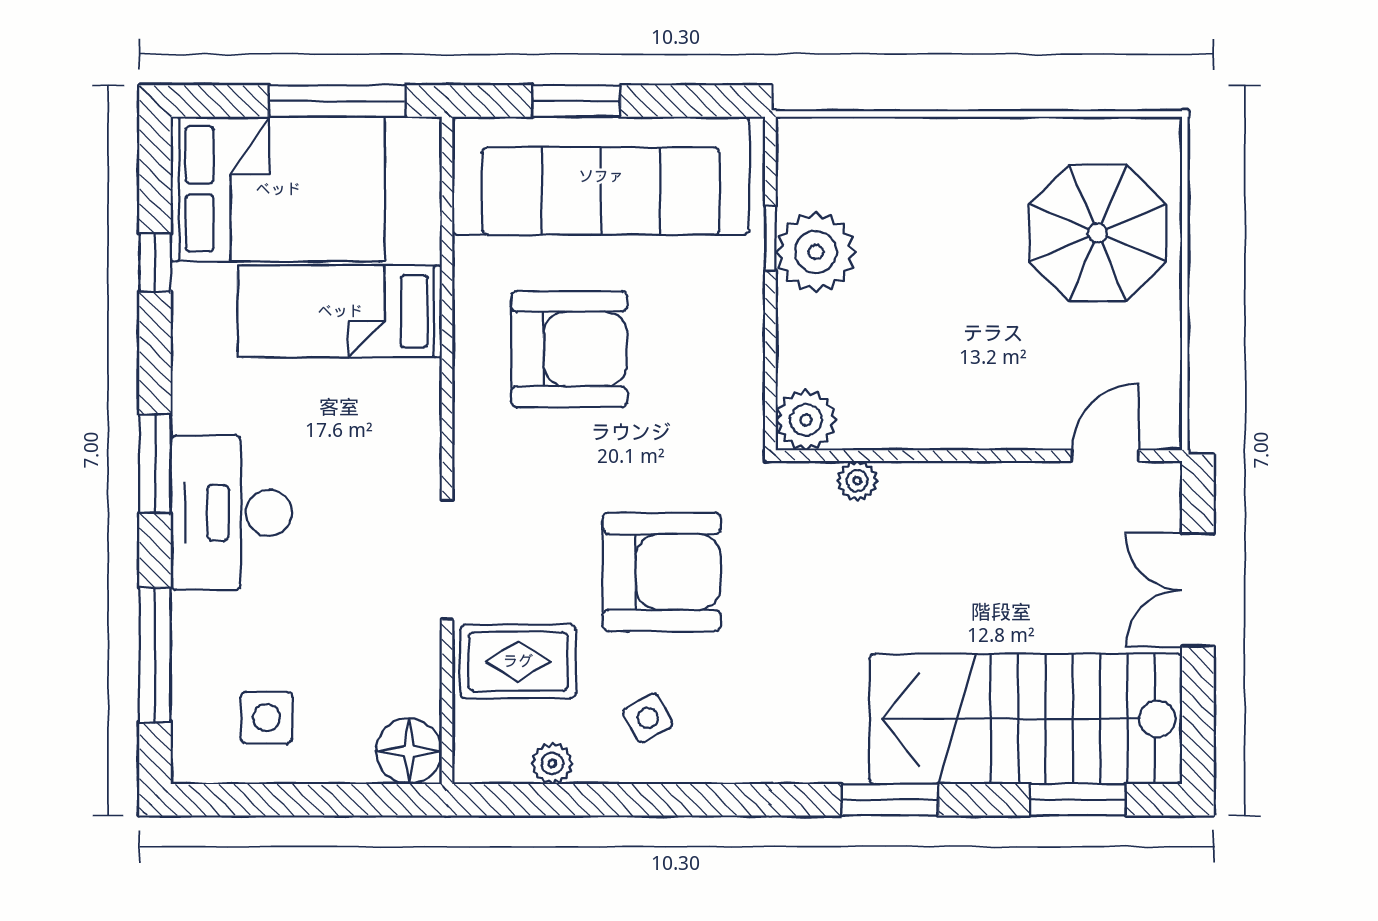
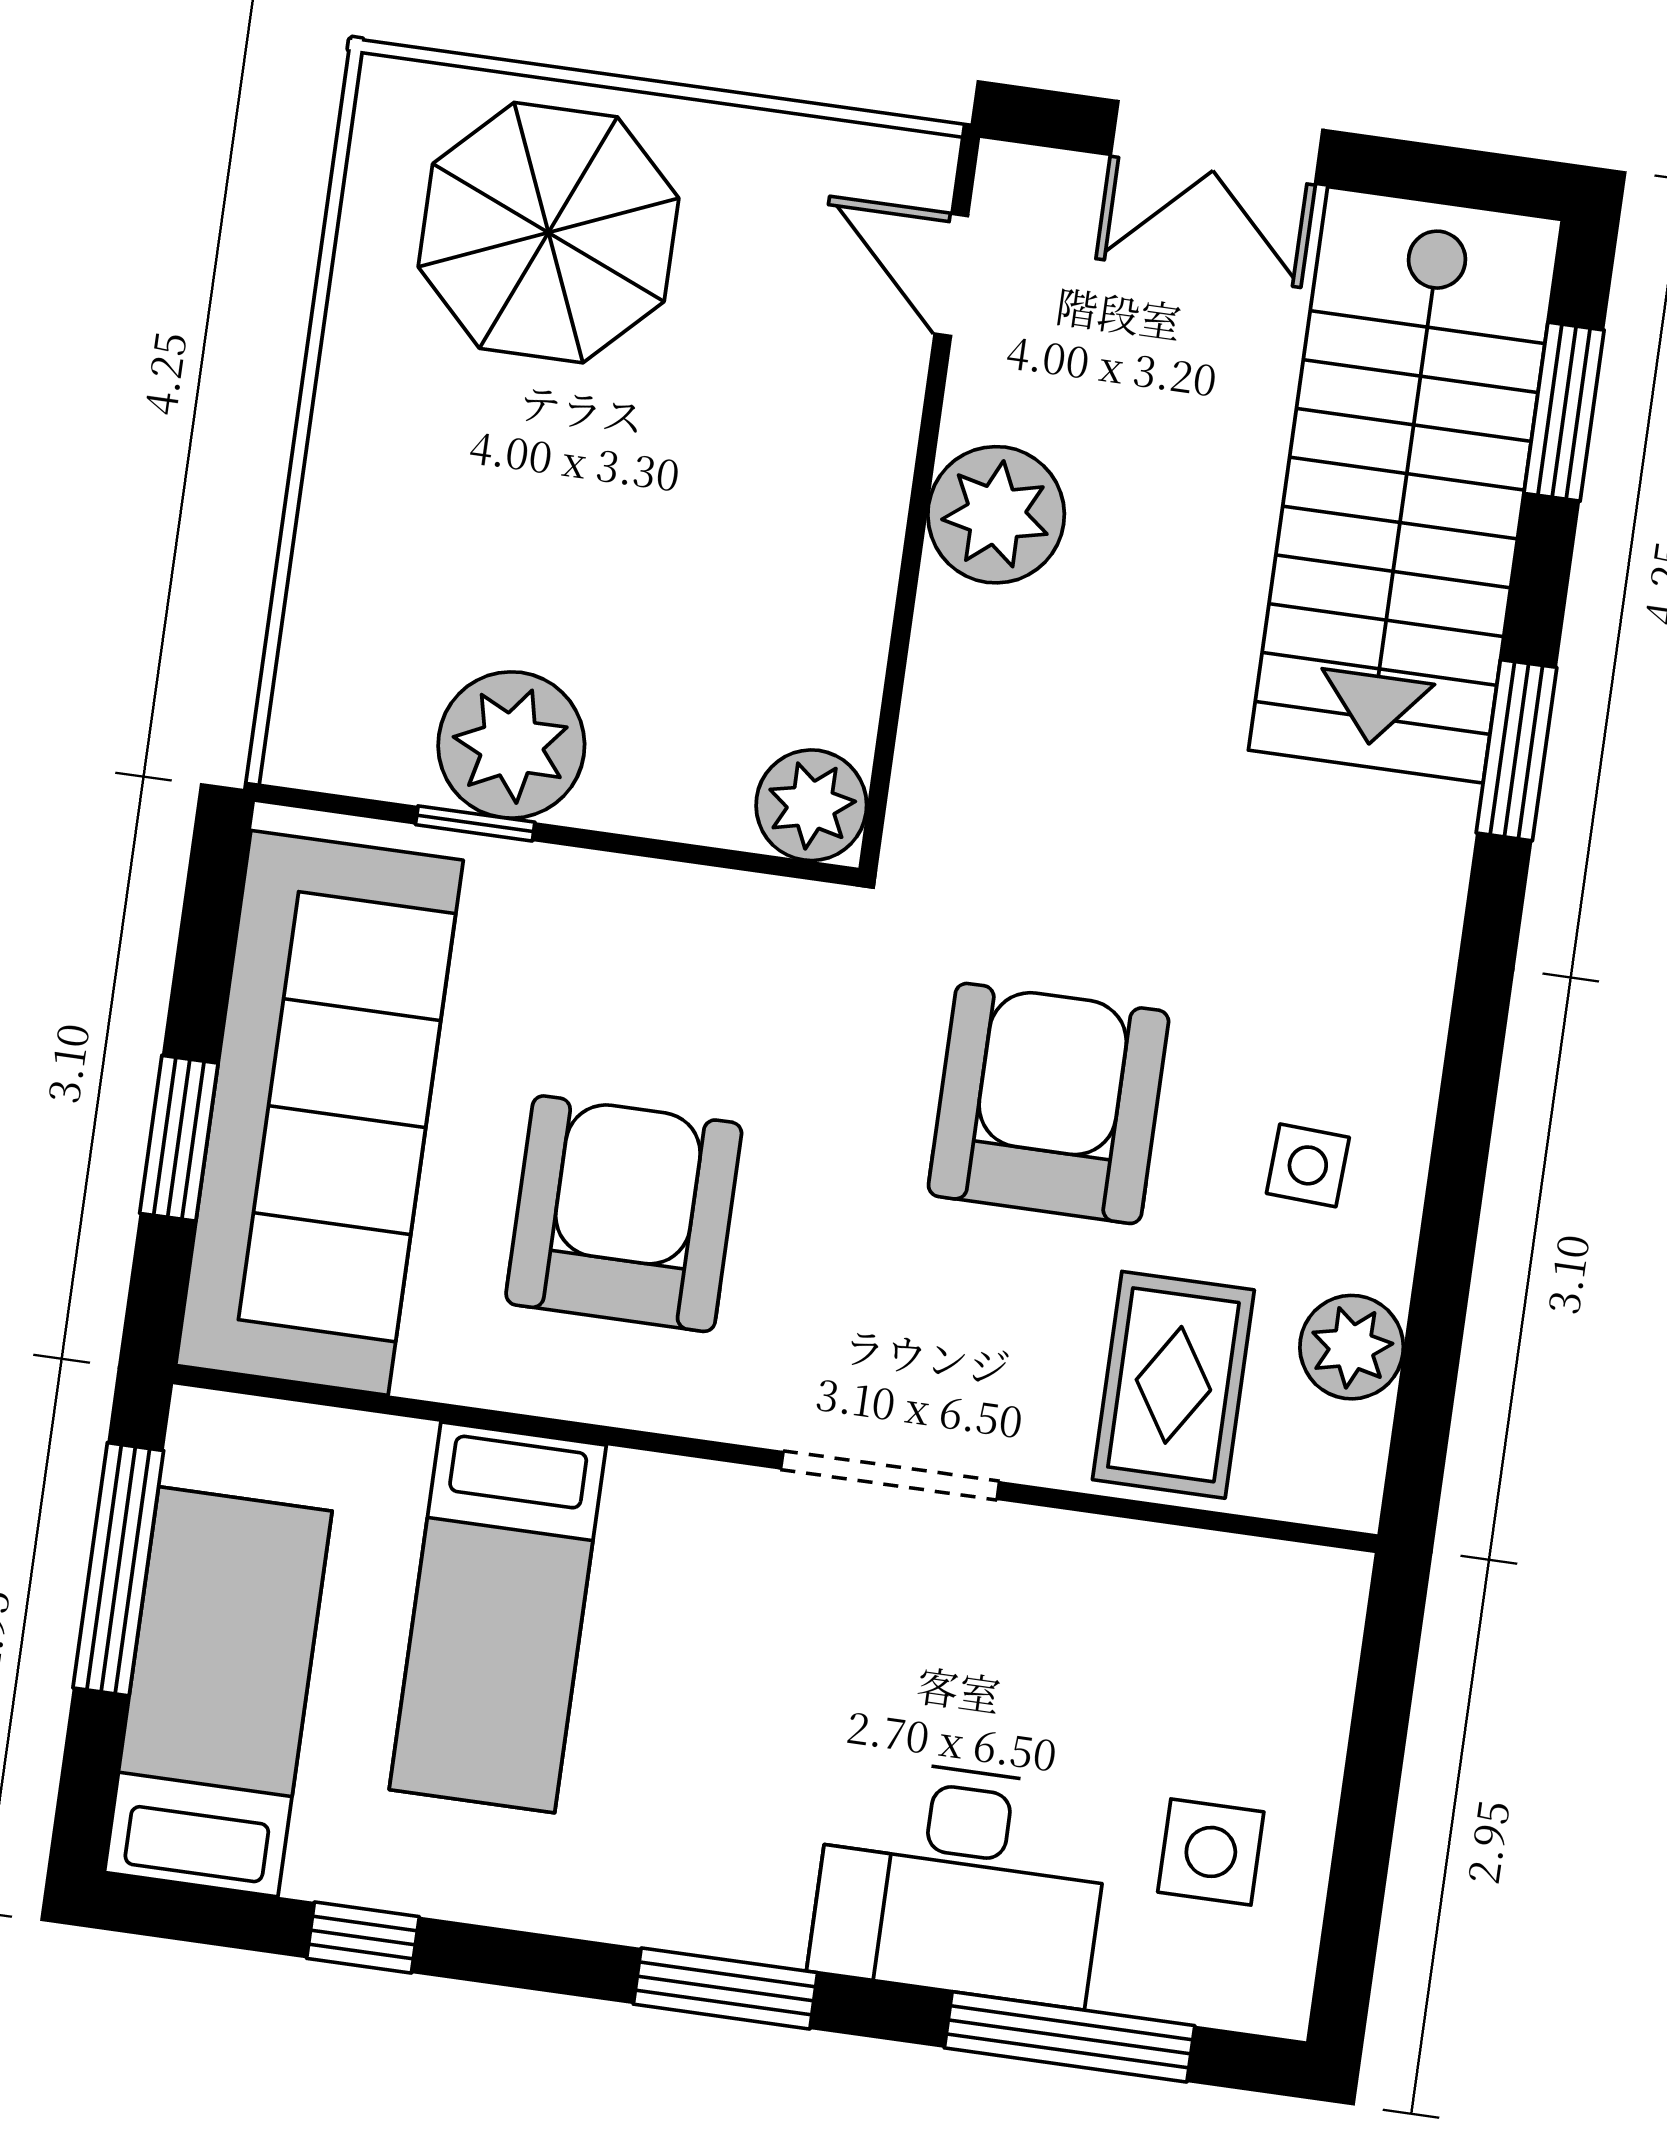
bed: (278, 189) -> (218, 1692), width x0.67
plant: (857, 481) -> (996, 515), moved, width x1.87, depth x1.87
desk: (231, 513) -> (961, 1881), moved
doorway: (447, 559) -> (890, 1475), moved
side table: (648, 718) -> (1308, 1165), turned 32
floor lamp: (409, 751) -> (1307, 1604), removed
plant: (552, 763) -> (1352, 1347), width x1.38, depth x1.38

